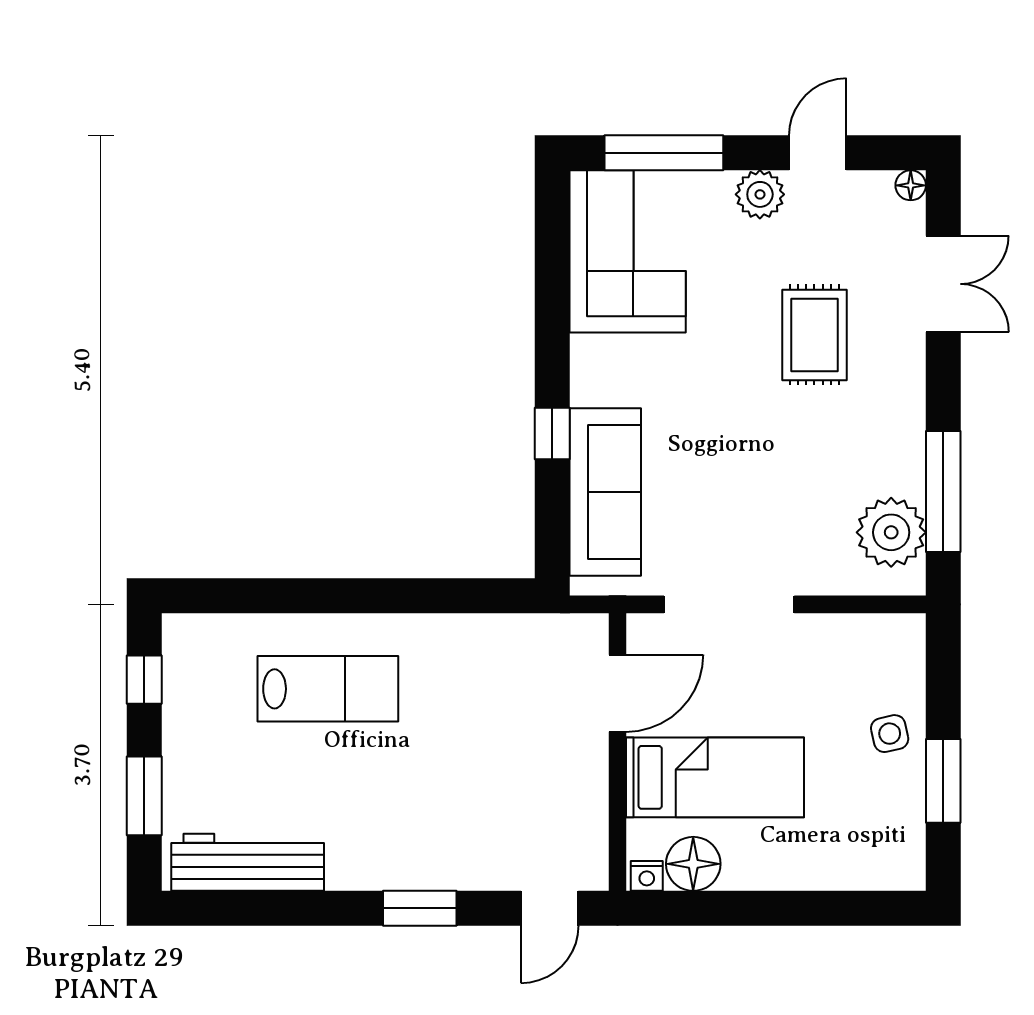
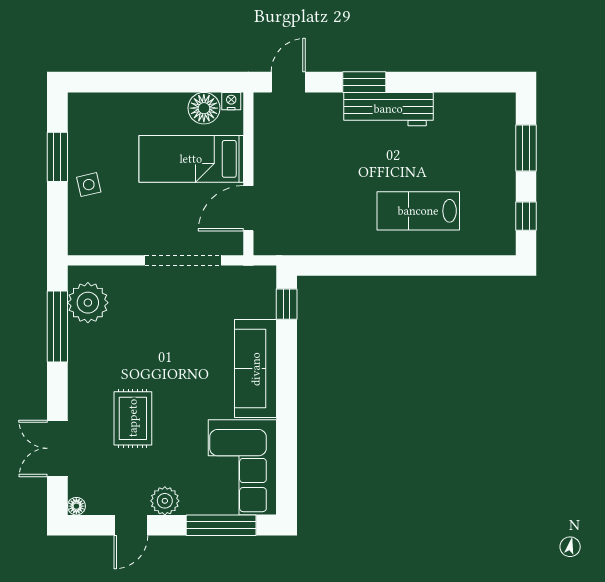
window: (552, 434) -> (287, 304), moved
sofa: (605, 492) -> (256, 369), moved
workbench: (248, 862) -> (388, 109), moved

